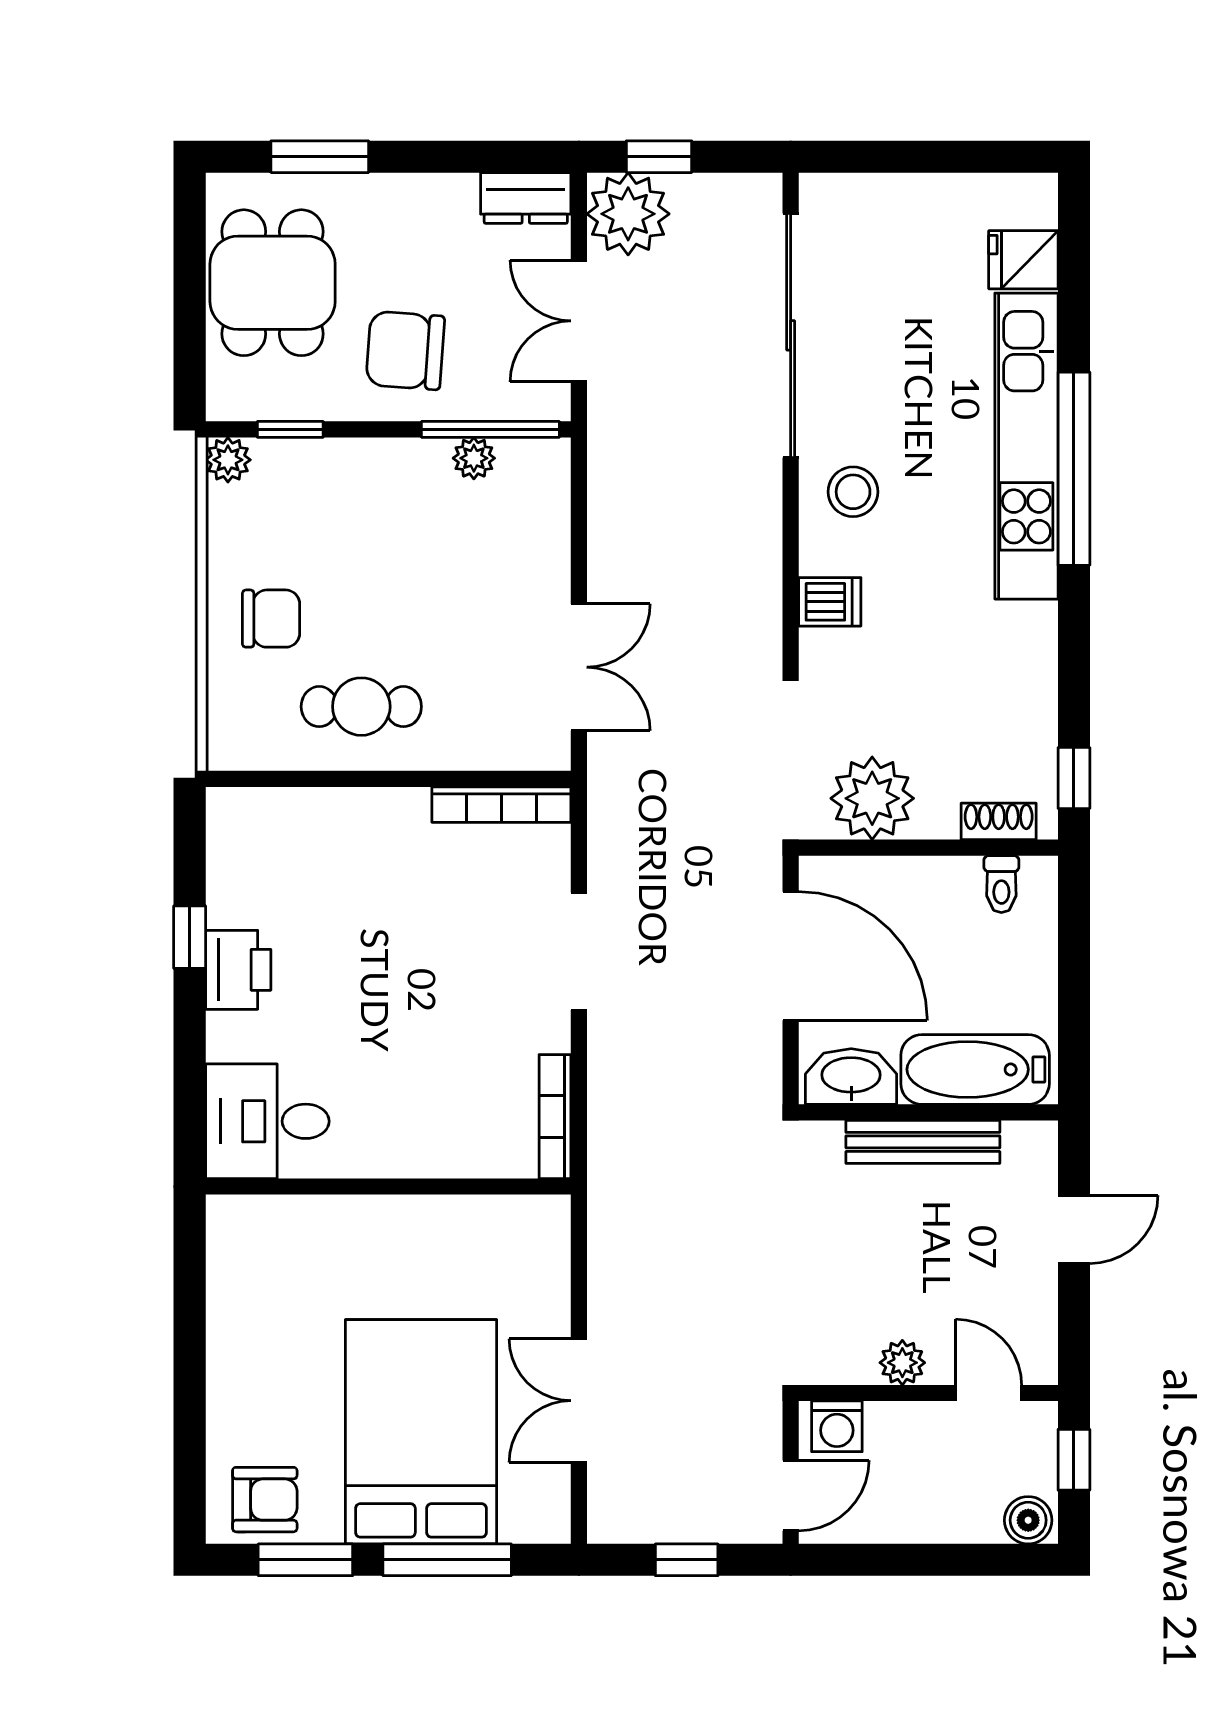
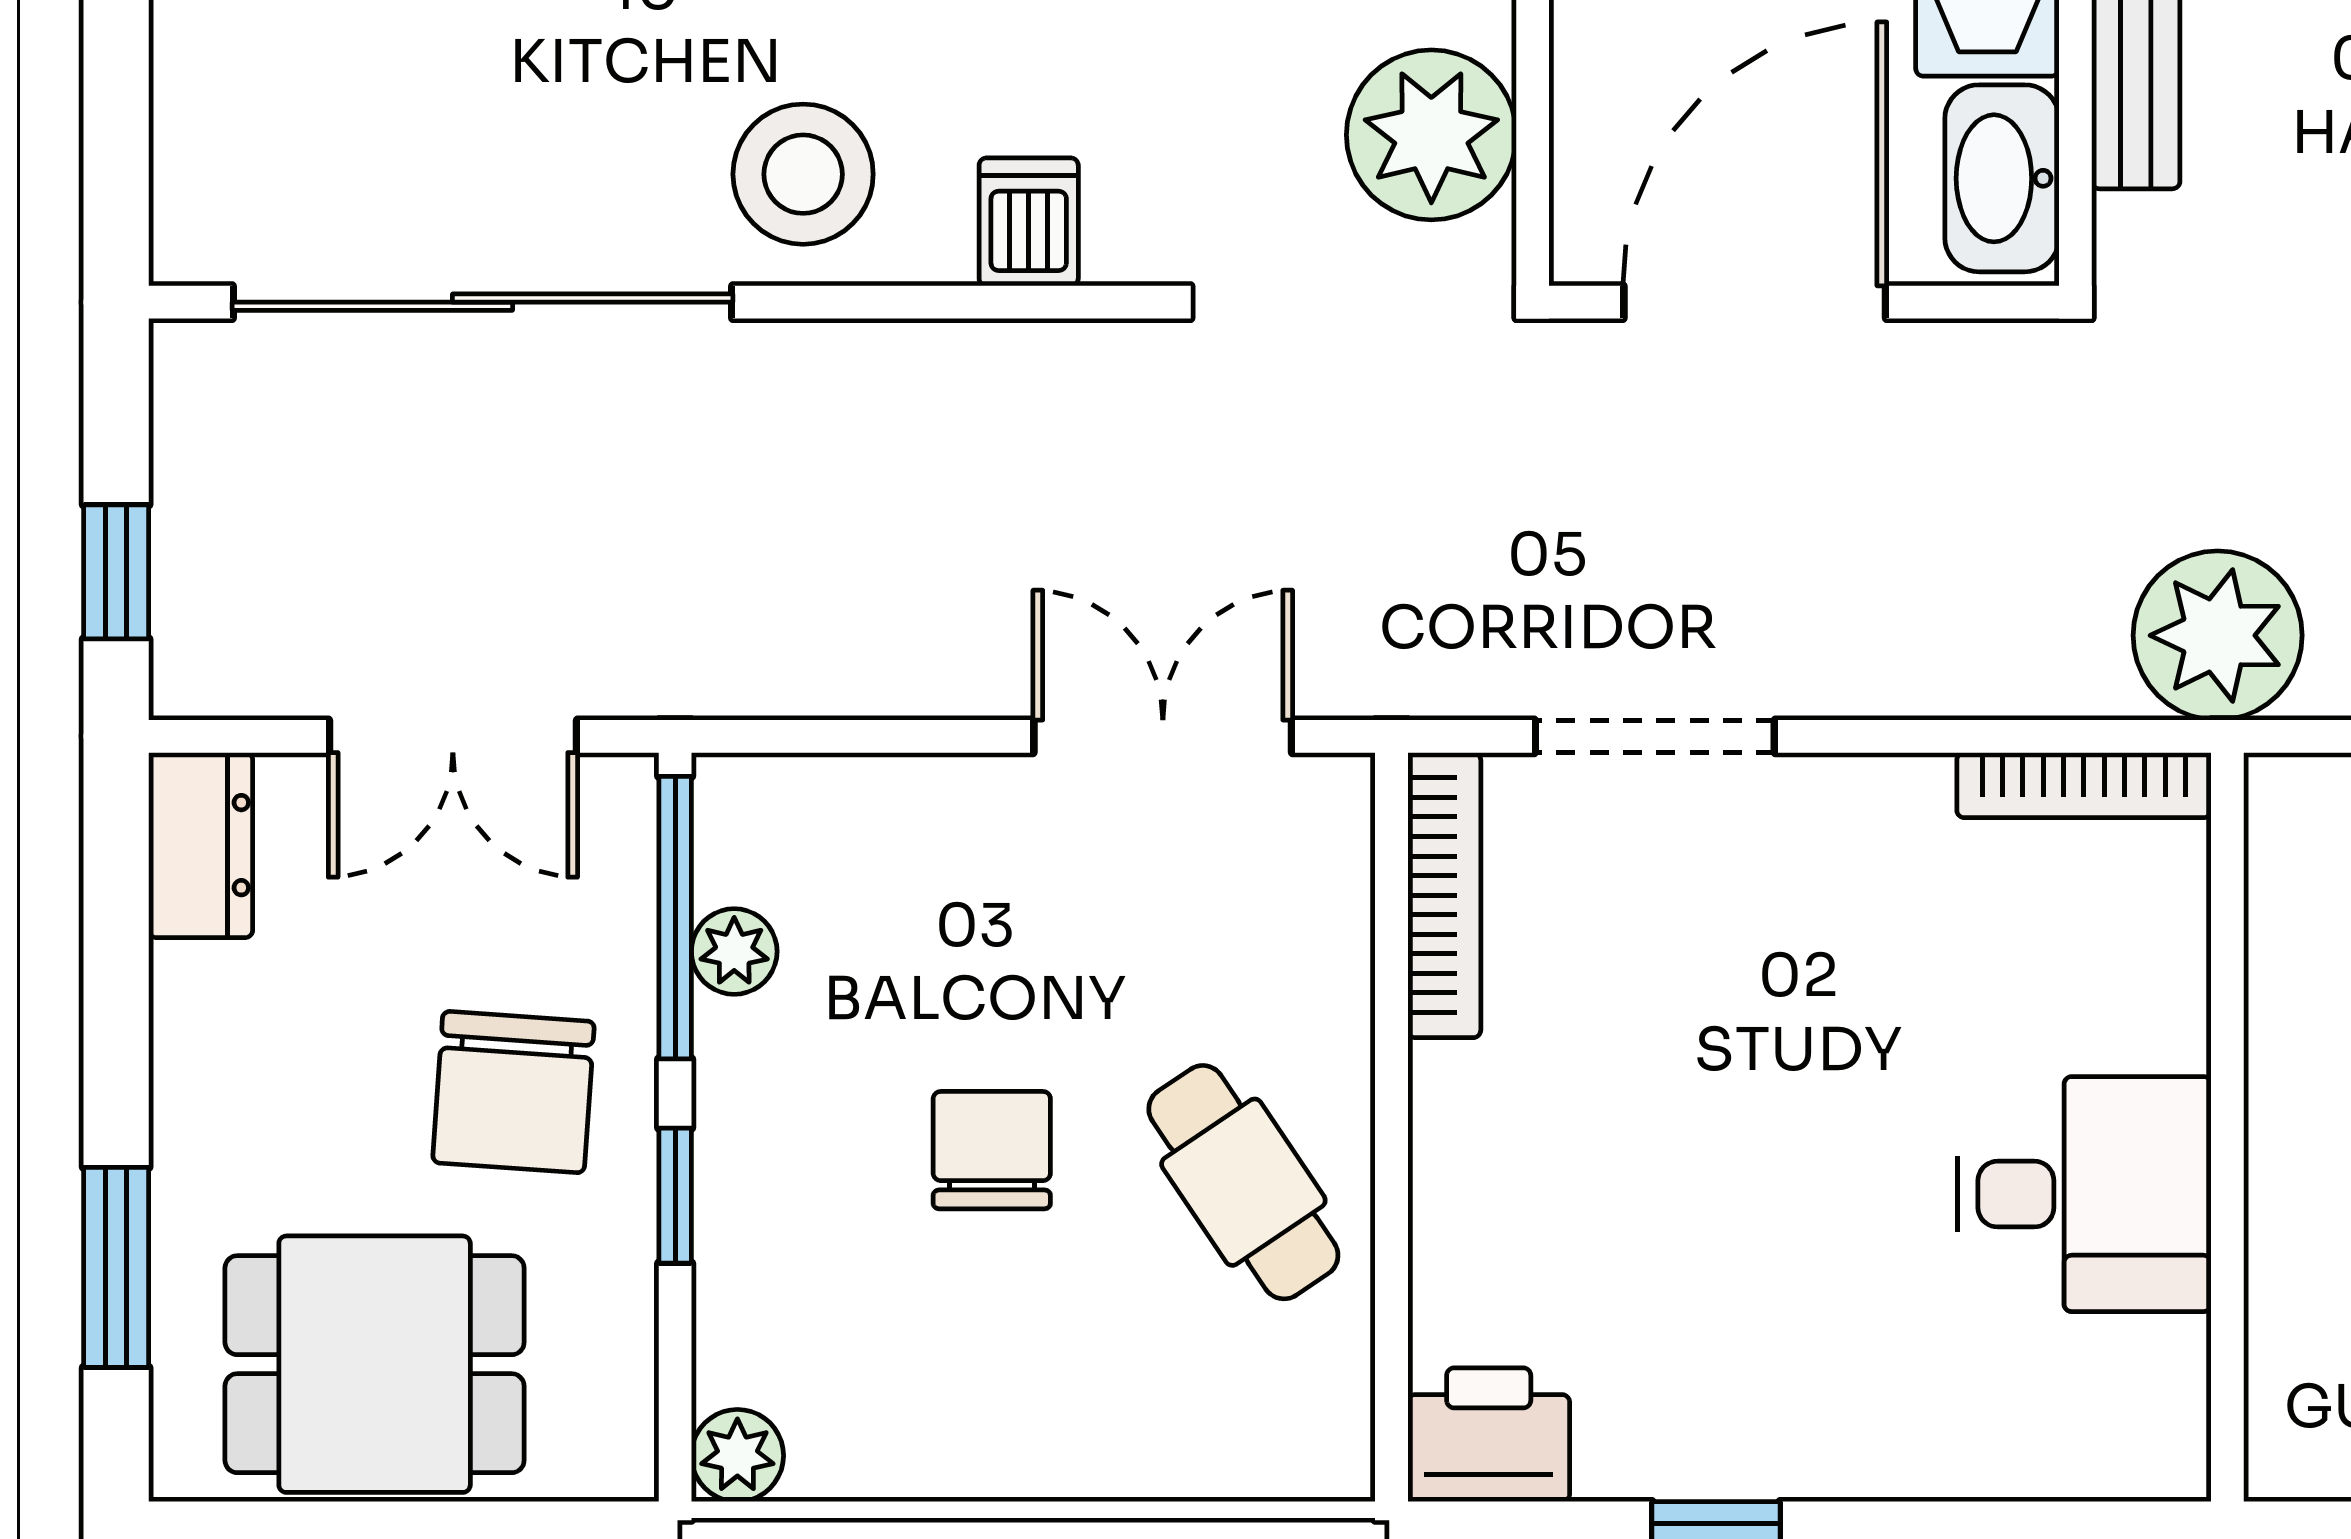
plant: (628, 214) -> (2218, 635), moved
window: (290, 429) -> (675, 1196), moved
stool: (853, 492) -> (803, 174), width x1.38, depth x1.38
chair: (271, 619) -> (992, 1150), moved
cafe table: (361, 707) -> (1243, 1182), turned -34
doorway: (579, 951) -> (1655, 736), moved
printer: (238, 970) -> (1489, 1435), moved
desk: (267, 1121) -> (2084, 1194), moved, turned -90

